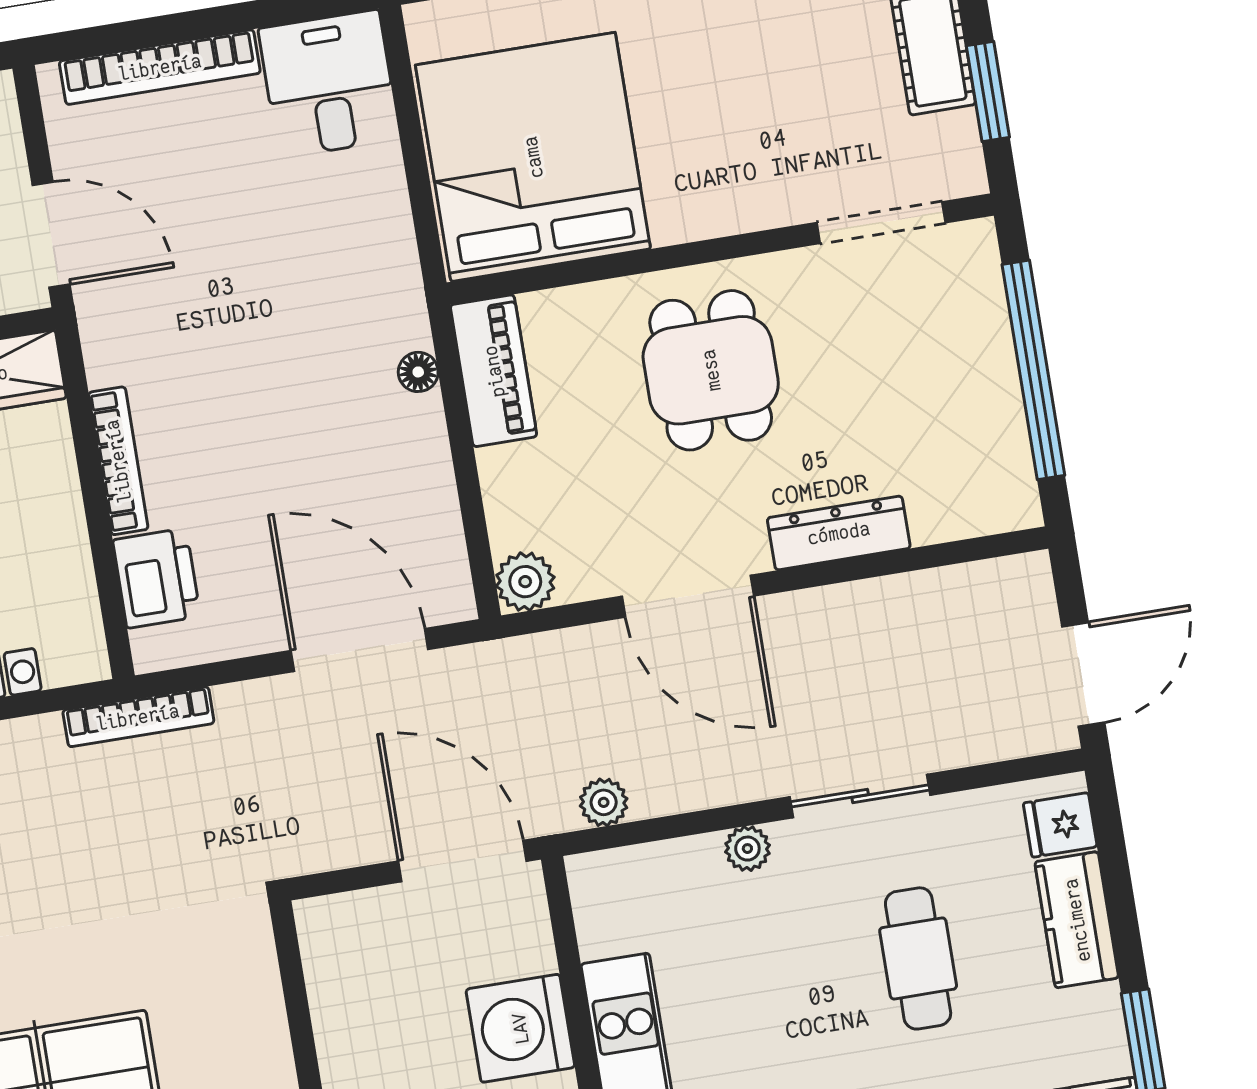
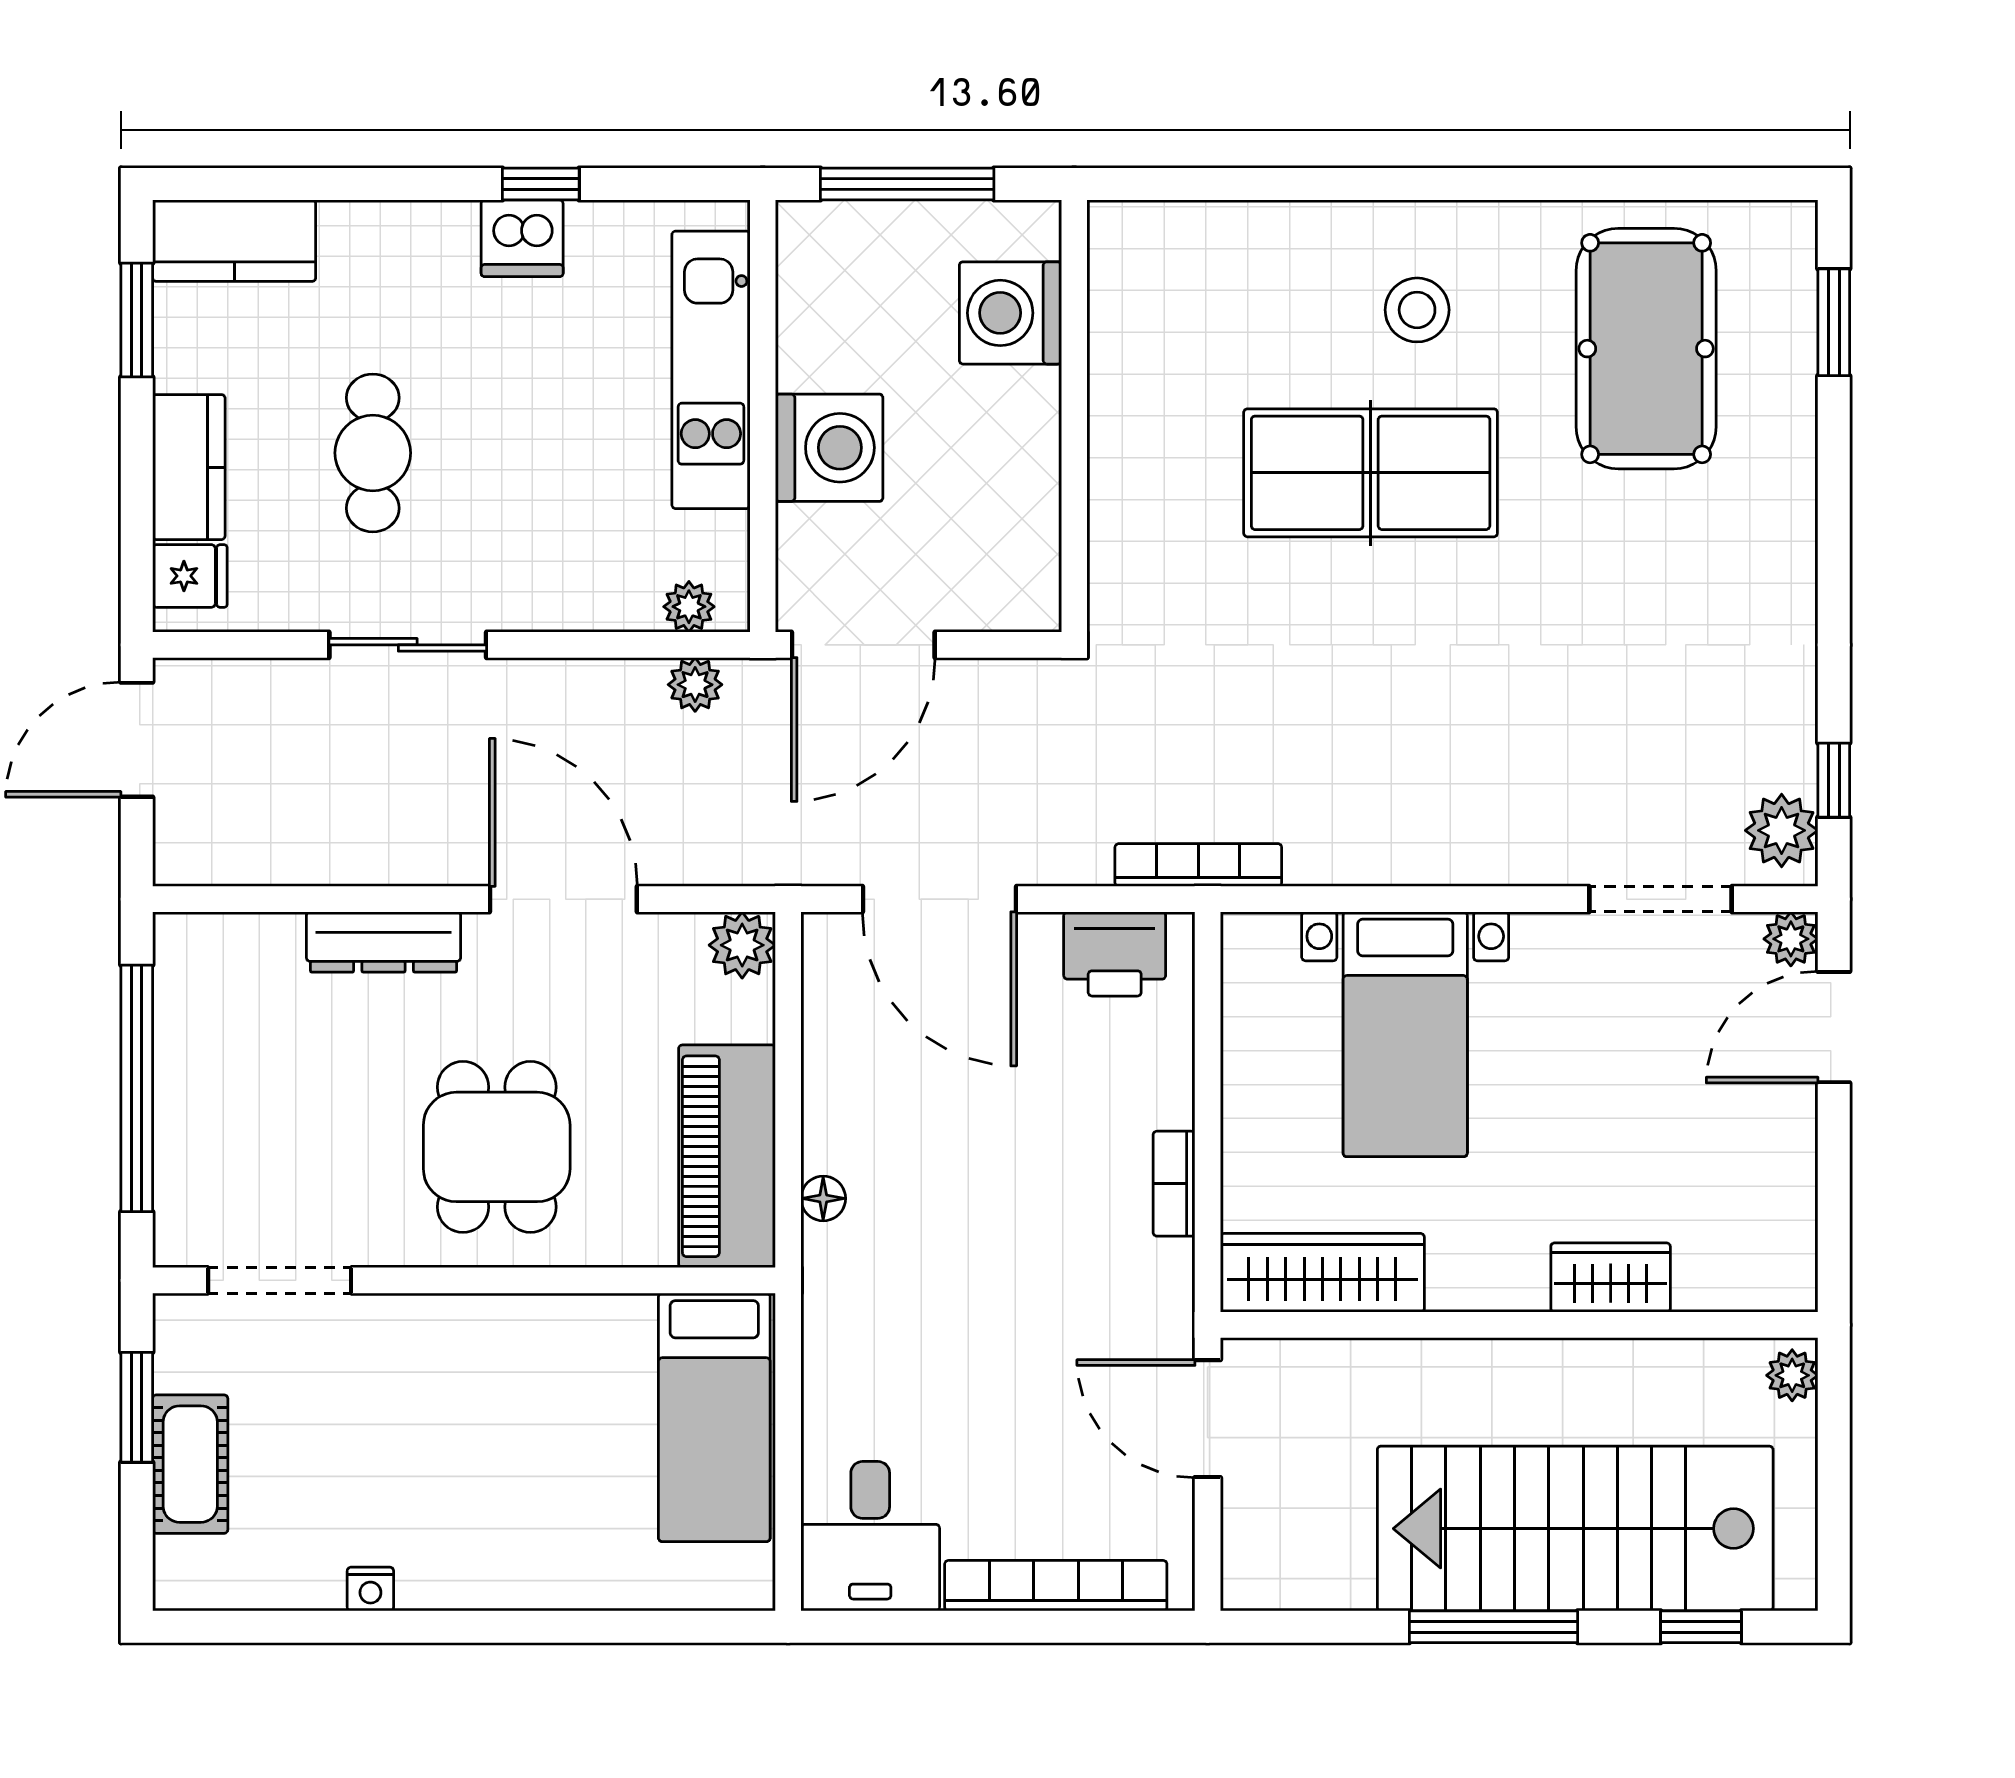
bed: (533, 157) -> (714, 1417), width x0.49
piano: (494, 371) -> (727, 1156), width x1.37, depth x1.33
bookcase: (118, 461) -> (1174, 1184), width x0.64
printer: (156, 578) -> (1115, 954), moved, turned -90
plant: (747, 849) -> (689, 607), moved
door: (462, 861) -> (863, 645), hinge flipped

